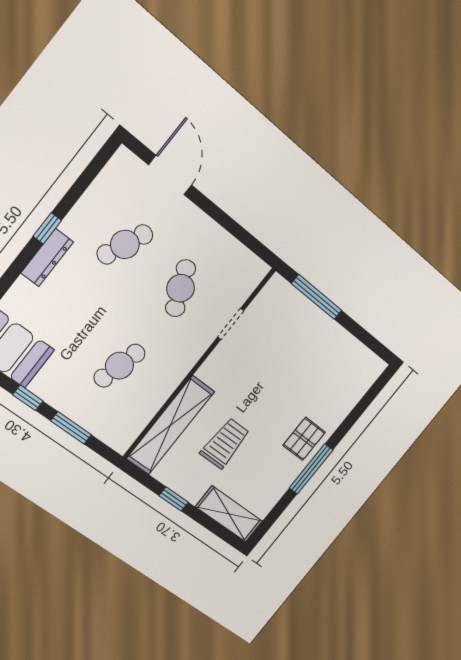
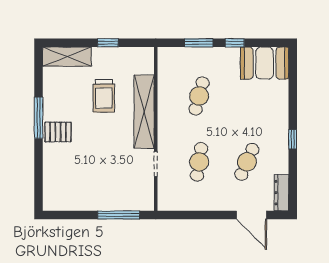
dresser: (47, 257) -> (281, 193), moved
cafe table: (181, 288) -> (199, 162), turned 33
shelving: (170, 425) -> (144, 112), moved
pallet: (304, 439) -> (58, 132), turned 90

